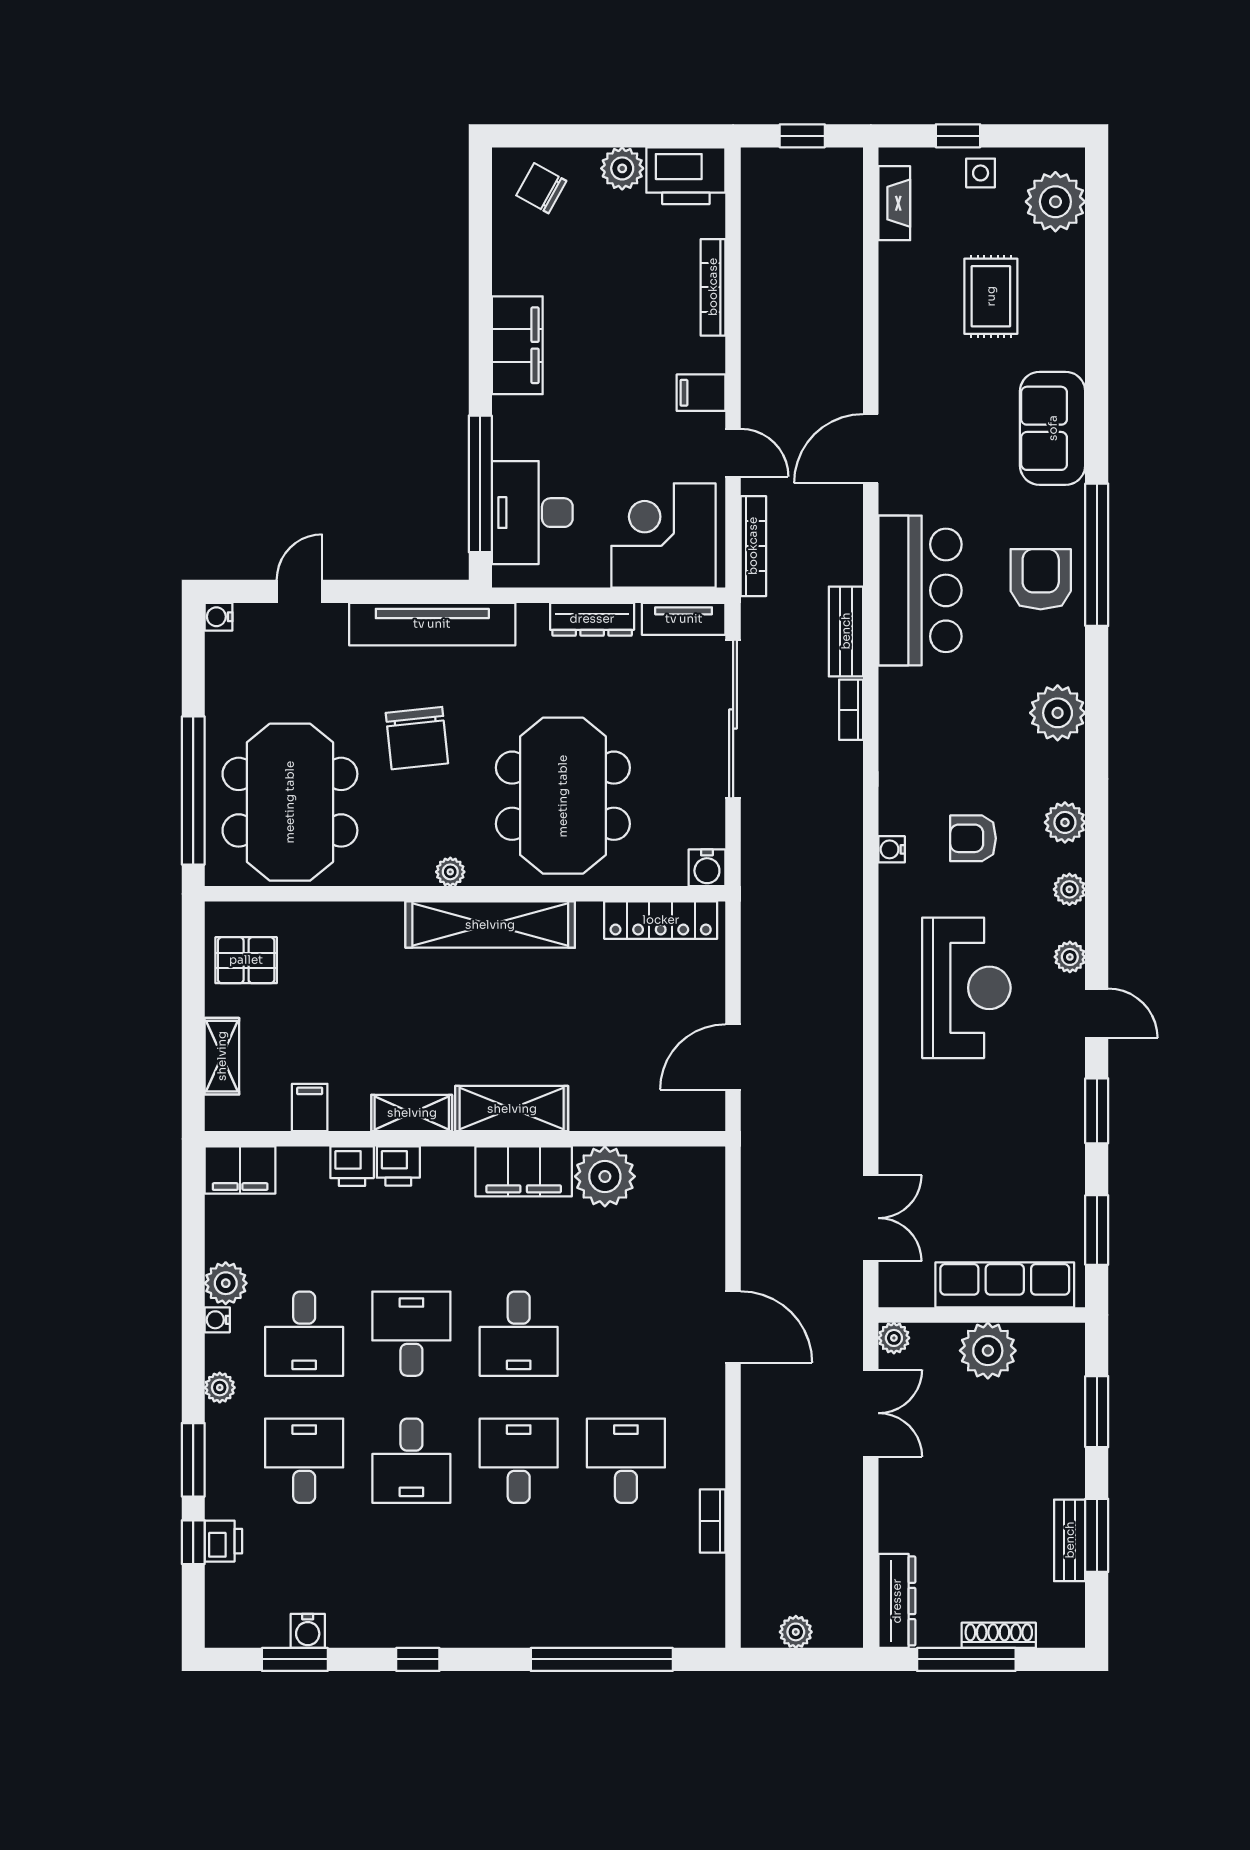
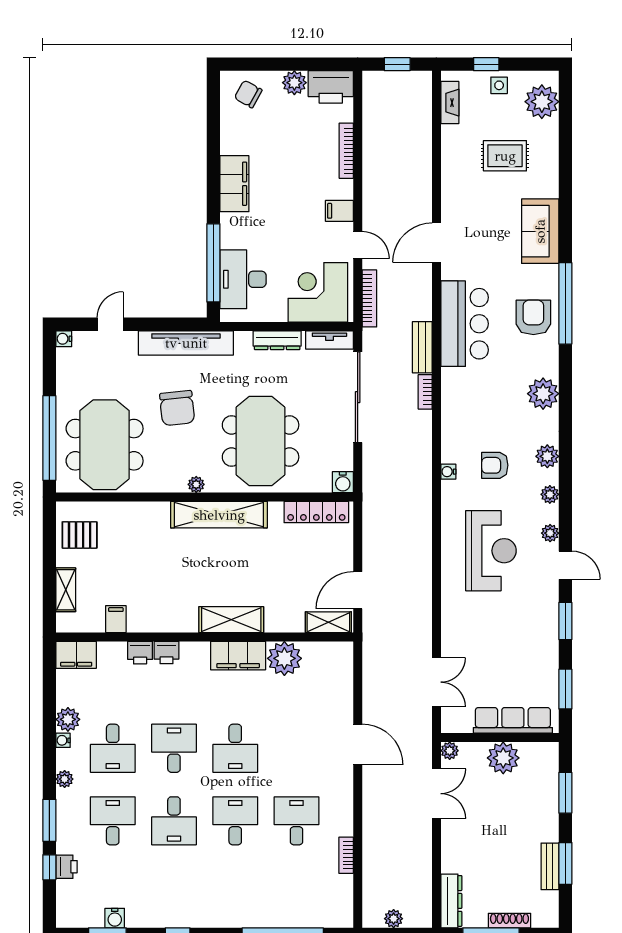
rug: (991, 296) -> (505, 156), turned 90
shelving: (412, 1113) -> (328, 622), moved

